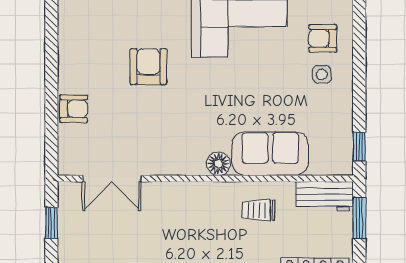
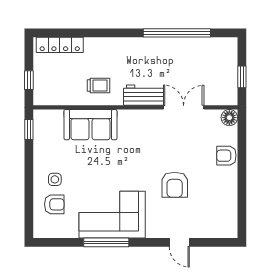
floor lamp: (218, 164) -> (229, 118), moved
double door: (112, 179) -> (184, 107), moved
workbench: (324, 196) -> (143, 95), moved
window: (359, 218) -> (29, 80), width x0.67

